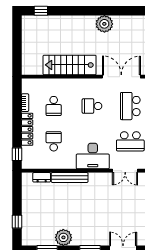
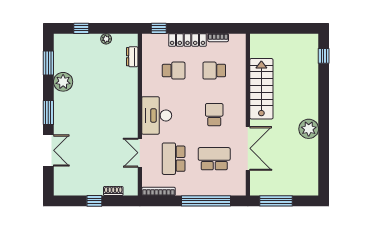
bench: (70, 177) -> (132, 89), removed
plant: (26, 200) -> (106, 39), added

